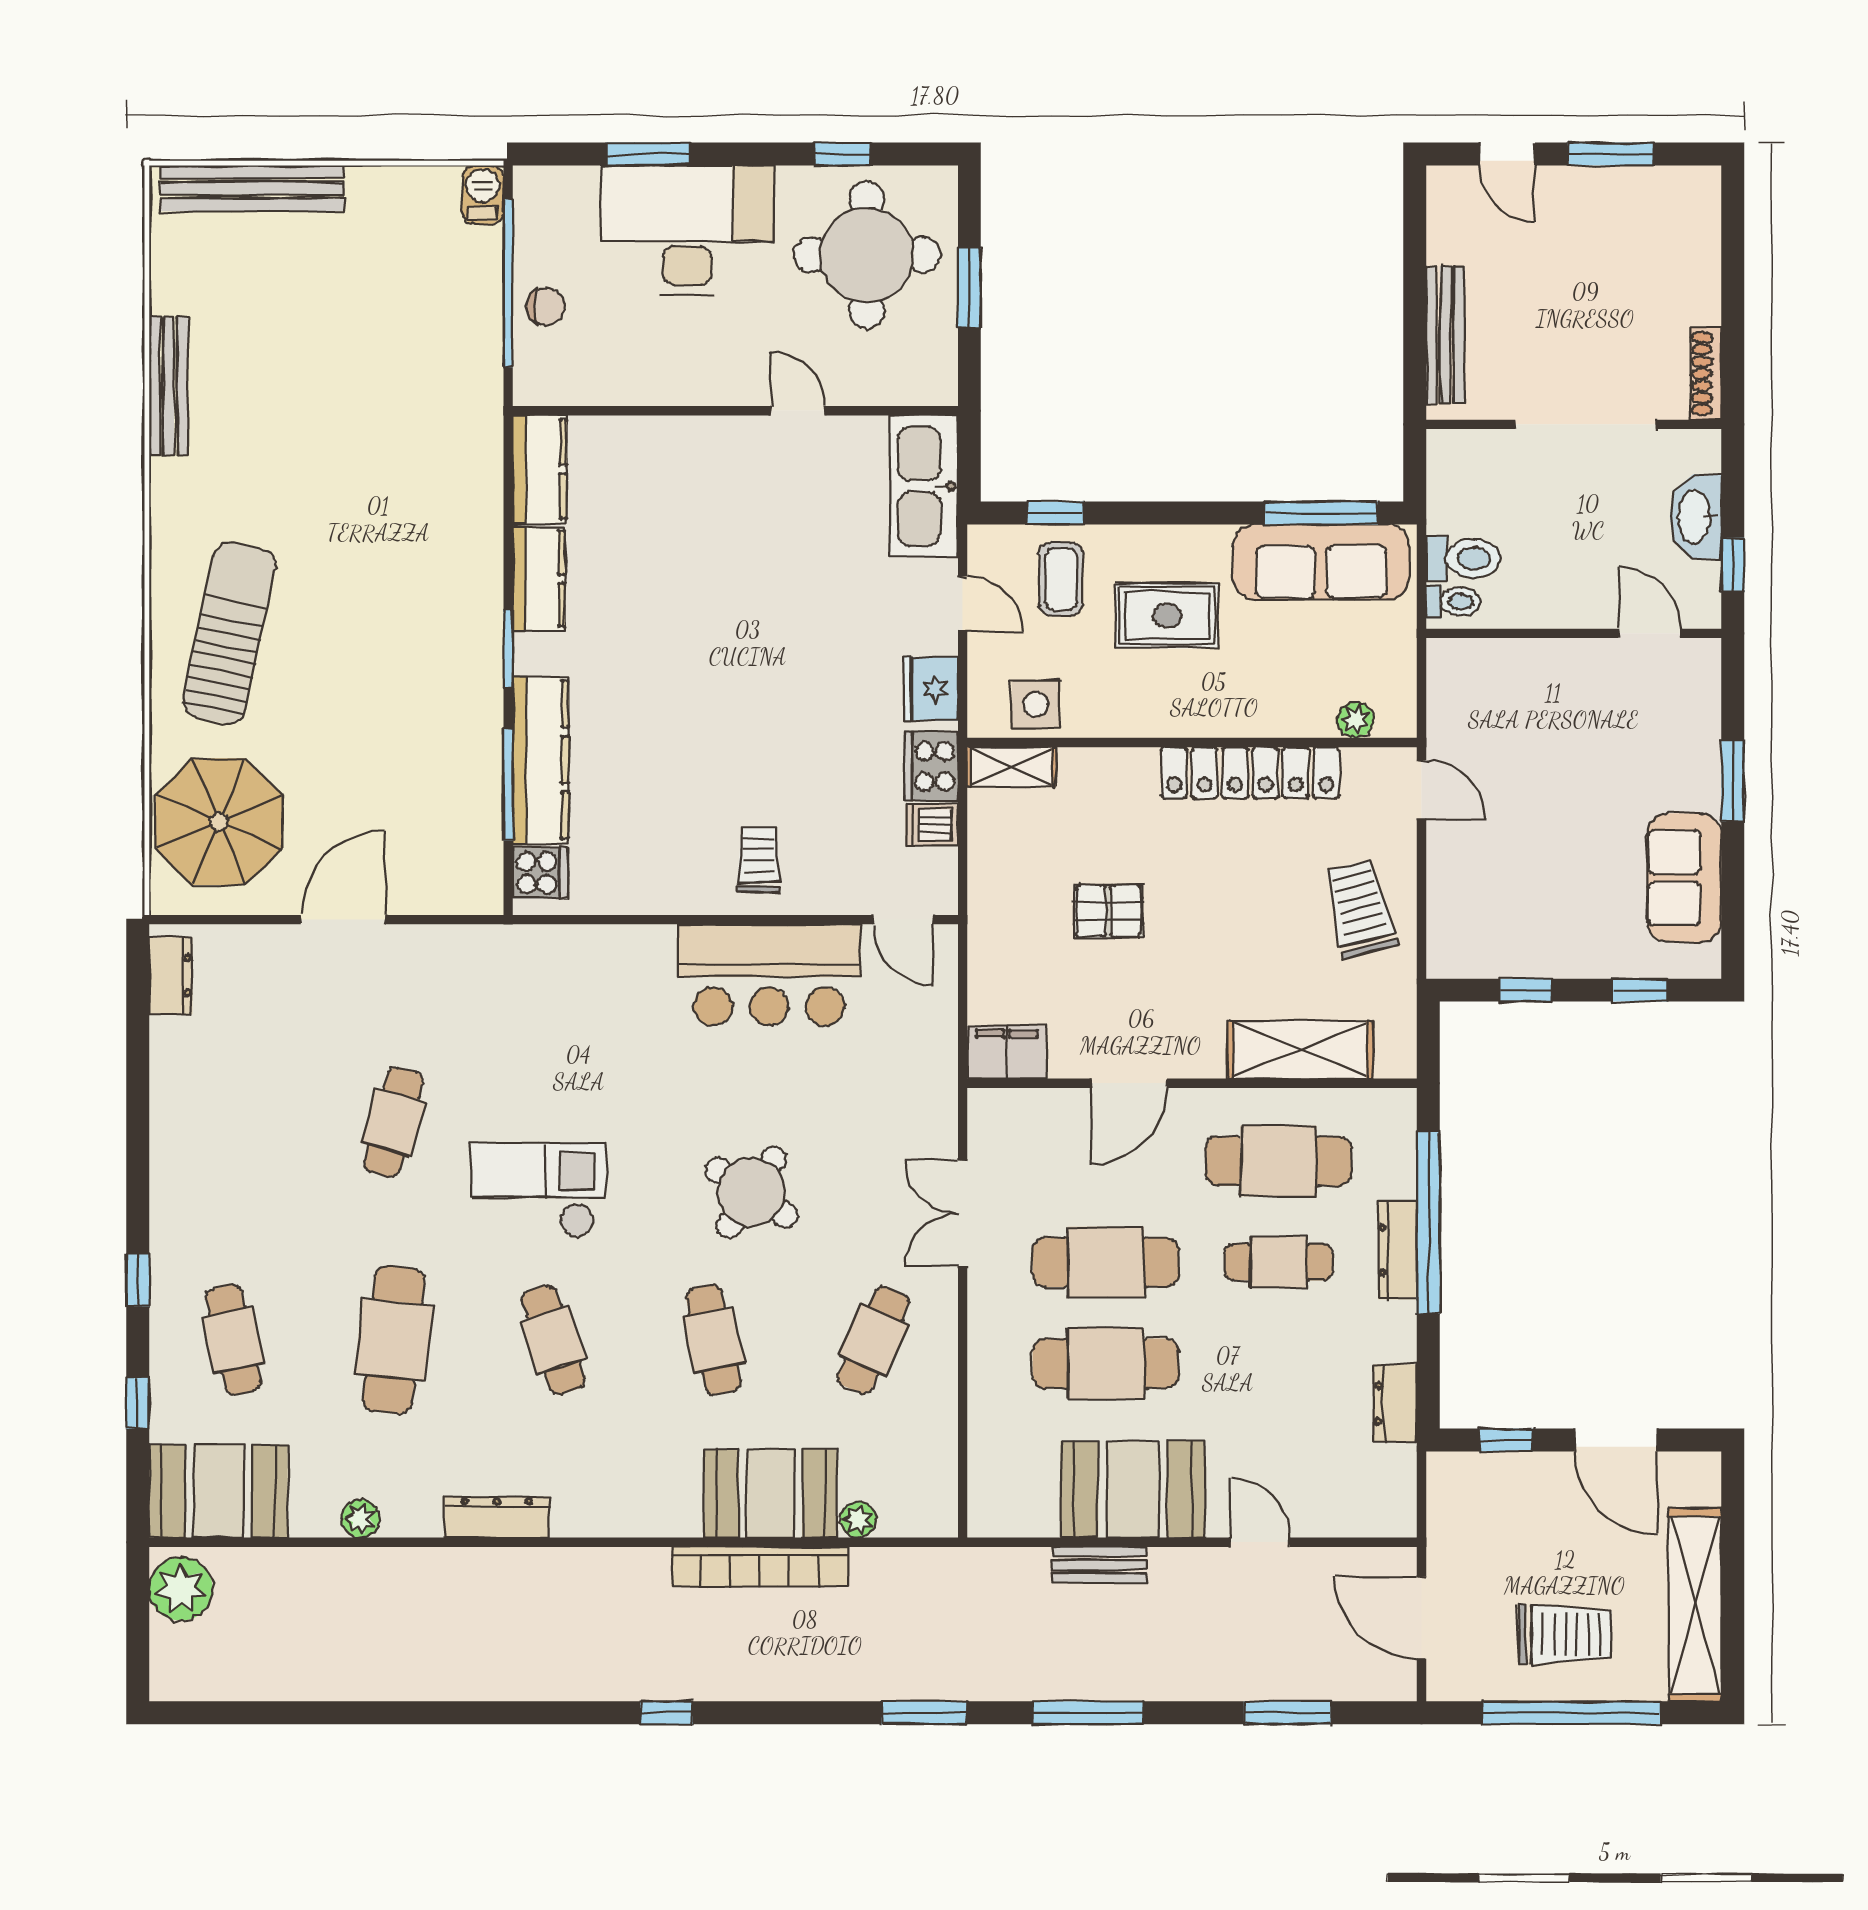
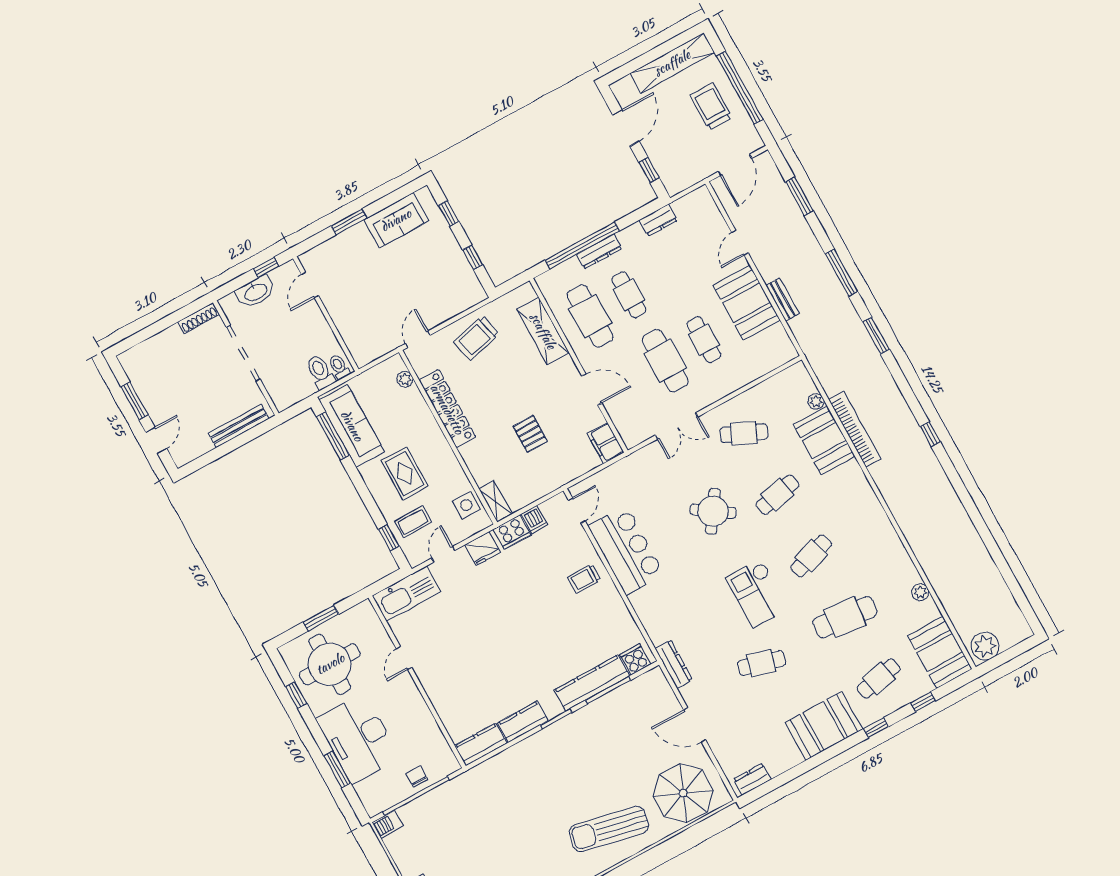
booth: (199, 1178) -> (824, 726), added
cafe table: (1106, 1363) -> (704, 339), width x0.73, depth x0.74
dresser: (497, 1517) -> (674, 664), moved, turned 180

